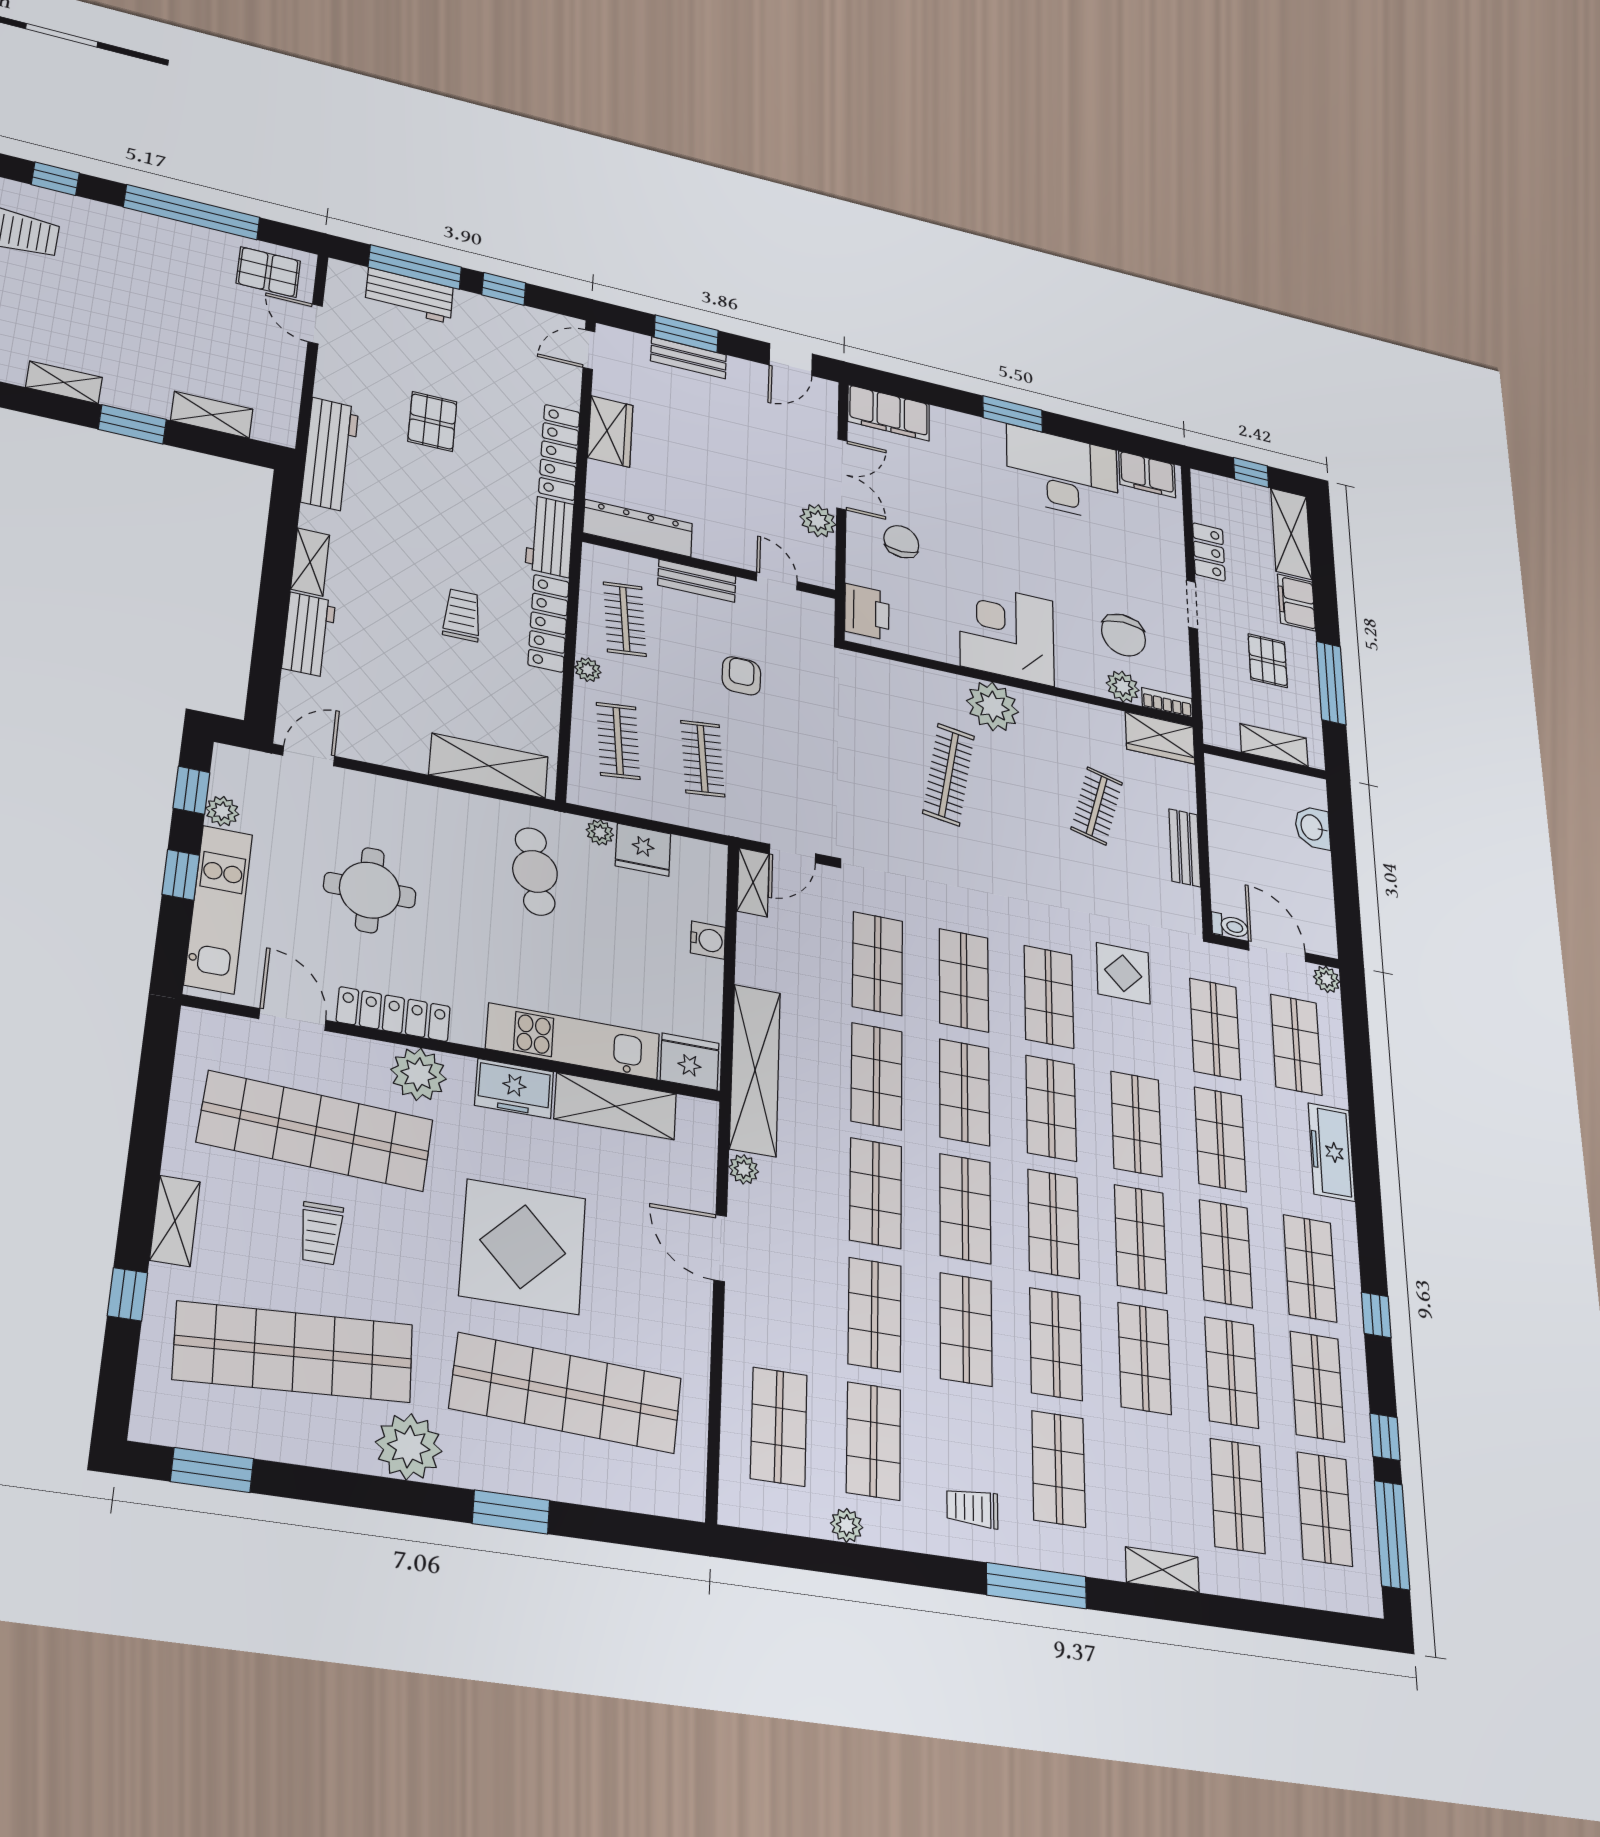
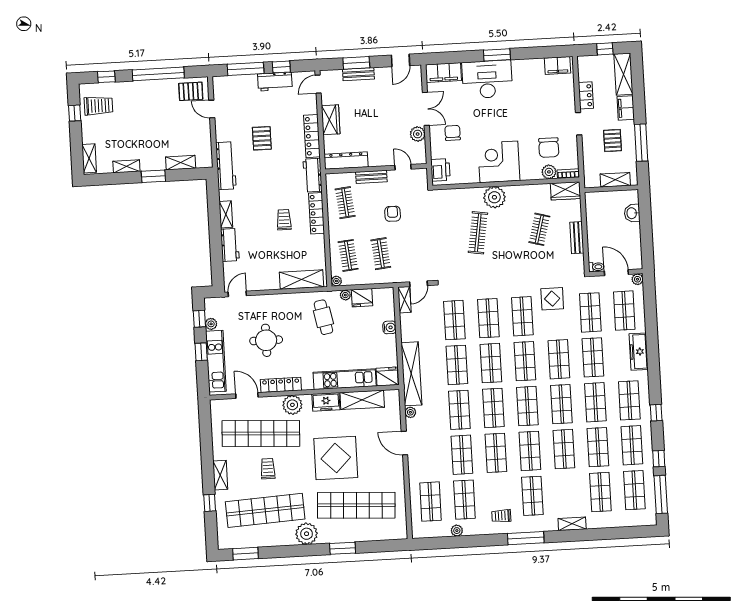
workbench: (409, 296) -> (275, 82), moved
desk: (1062, 474) -> (487, 79), moved
plant: (588, 670) -> (336, 281), moved
trolley: (321, 1233) -> (268, 469), turned 180

